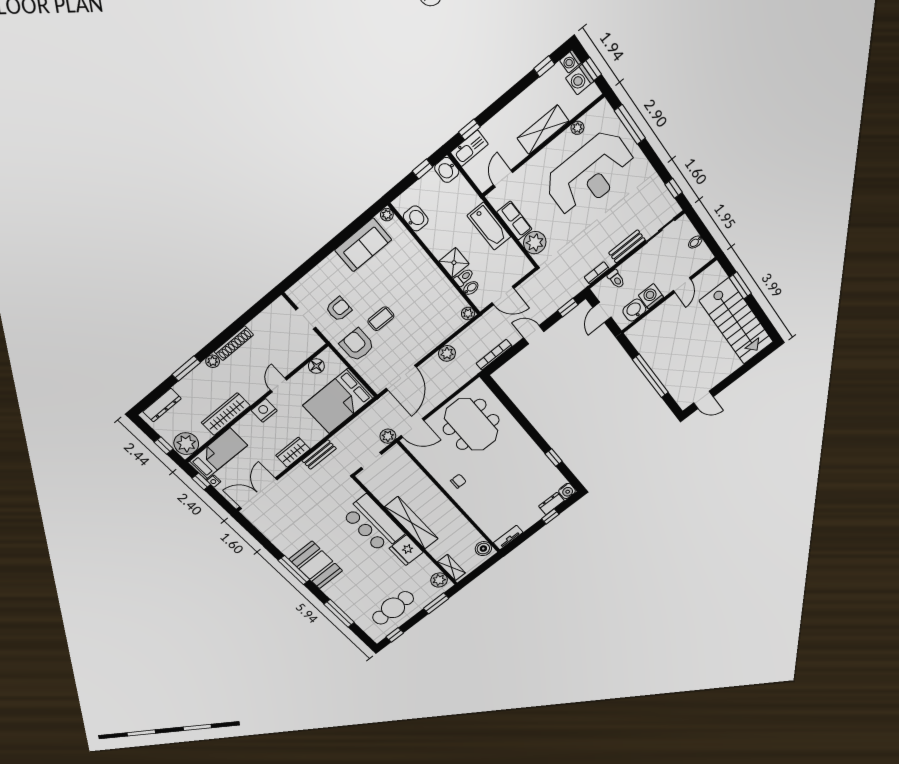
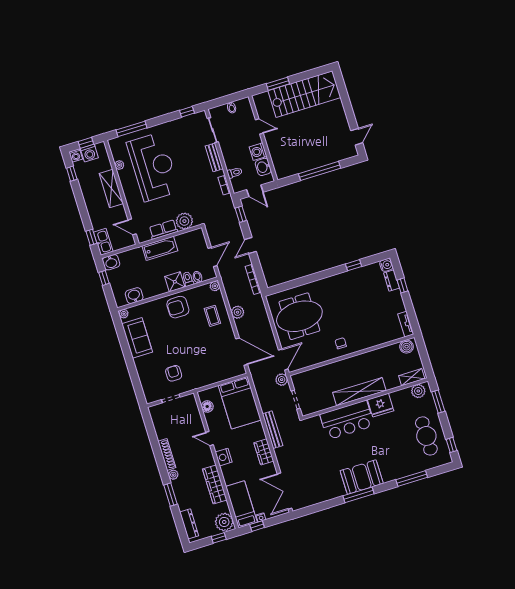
coffee table: (381, 319) -> (212, 316), moved
armchair: (357, 345) -> (178, 307), moved
bench: (319, 455) -> (272, 430), width x1.36

